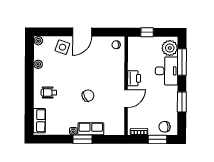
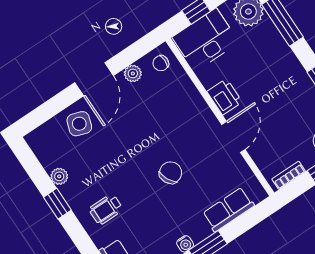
plant: (38, 41) -> (133, 73), moved
desk: (166, 71) -> (206, 40), moved, turned -90
window: (29, 76) -> (57, 204), added
row of seats: (91, 129) -> (228, 210), moved

